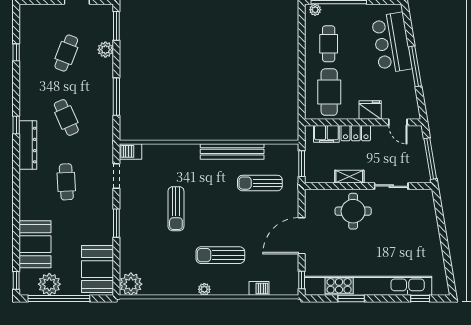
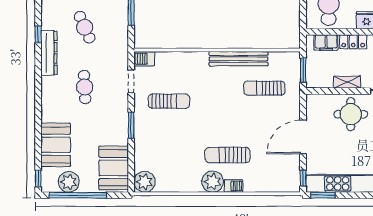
sun lounger: (176, 209) -> (169, 101), moved, turned -90
barbecue: (259, 288) -> (234, 186), moved
plant: (204, 289) -> (213, 182), width x1.88, depth x1.88
window: (351, 298) -> (323, 195), moved

